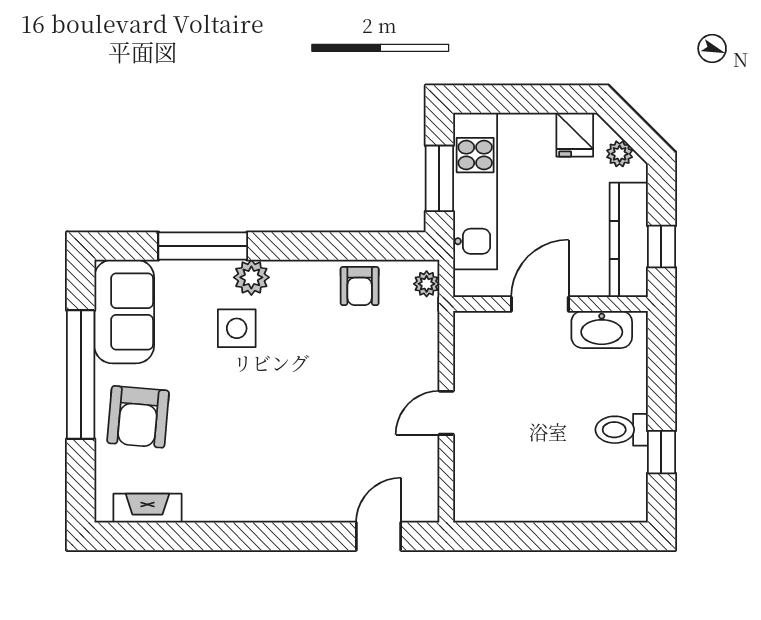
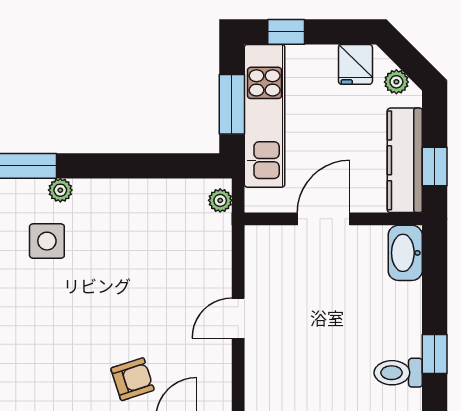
window: (499, 99) -> (286, 32), added
plant: (251, 277) -> (60, 190), width x0.73, depth x0.73
armchair: (360, 286) -> (132, 379), moved, turned -108
washbasin: (602, 329) -> (405, 253), moved, turned 90
toilet: (622, 430) -> (398, 373), moved

